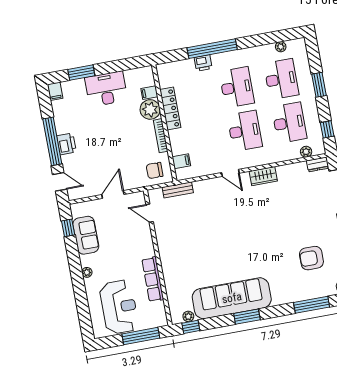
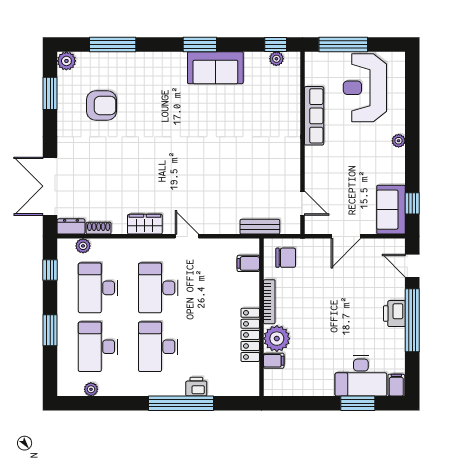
desk: (106, 89) -> (361, 376), moved
shoe rack: (297, 167) -> (99, 228), added
sofa: (86, 235) -> (391, 210), moved
sofa: (232, 298) -> (215, 68), width x0.54, depth x0.79

